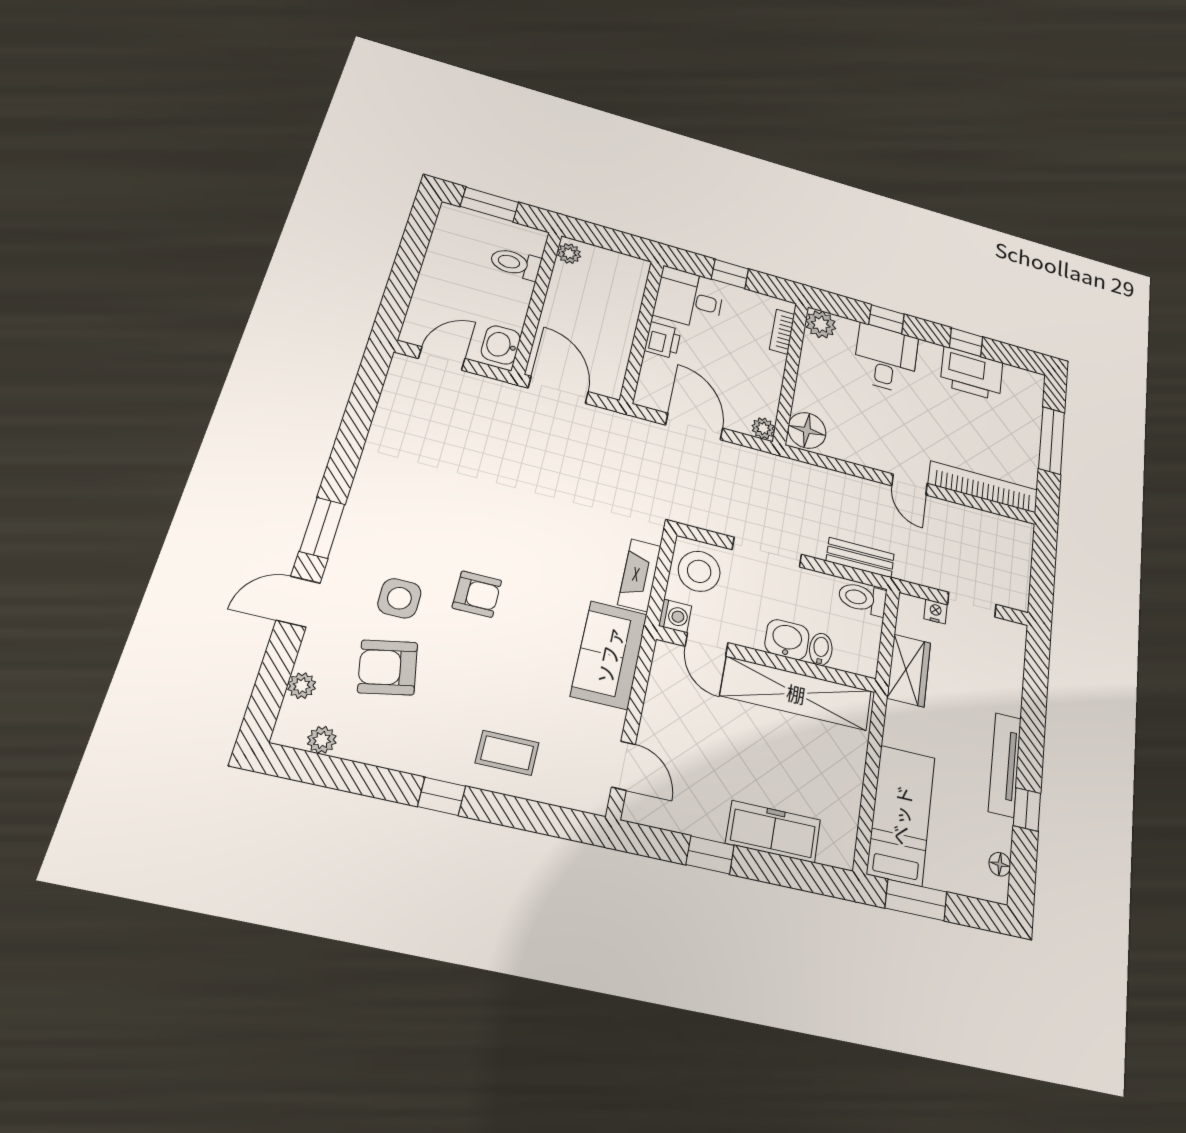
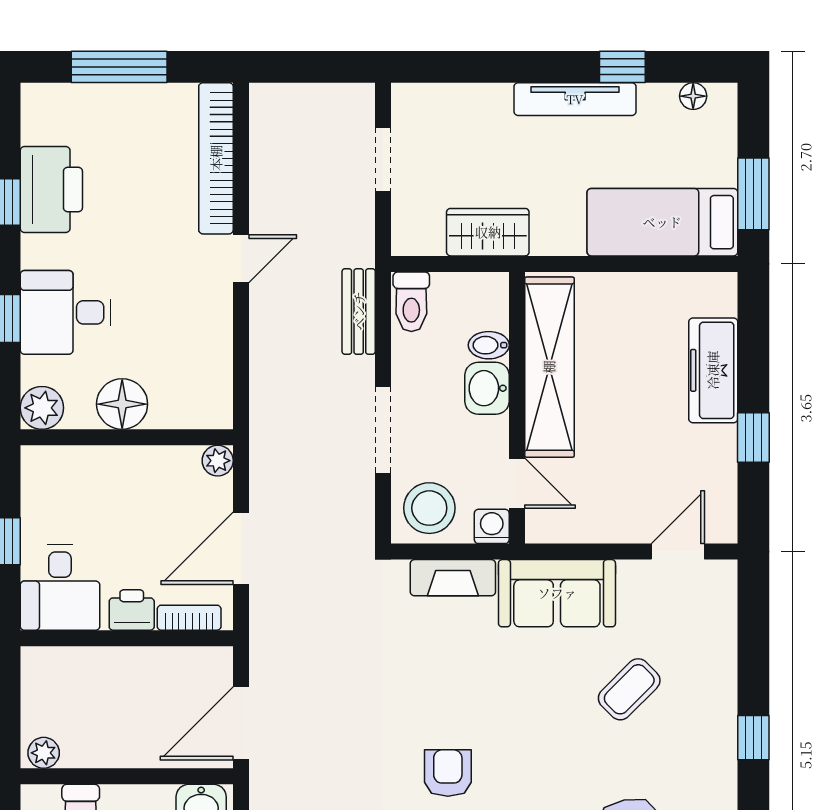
bookcase: (782, 332) -> (189, 618), moved, turned 180
floor lamp: (807, 430) -> (122, 404), moved
armchair: (477, 594) -> (448, 773), moved
nightstand: (935, 612) -> (404, 206), removed
door: (707, 645) -> (517, 483), hinge flipped
coffee table: (507, 753) -> (629, 689), moved, turned 45

